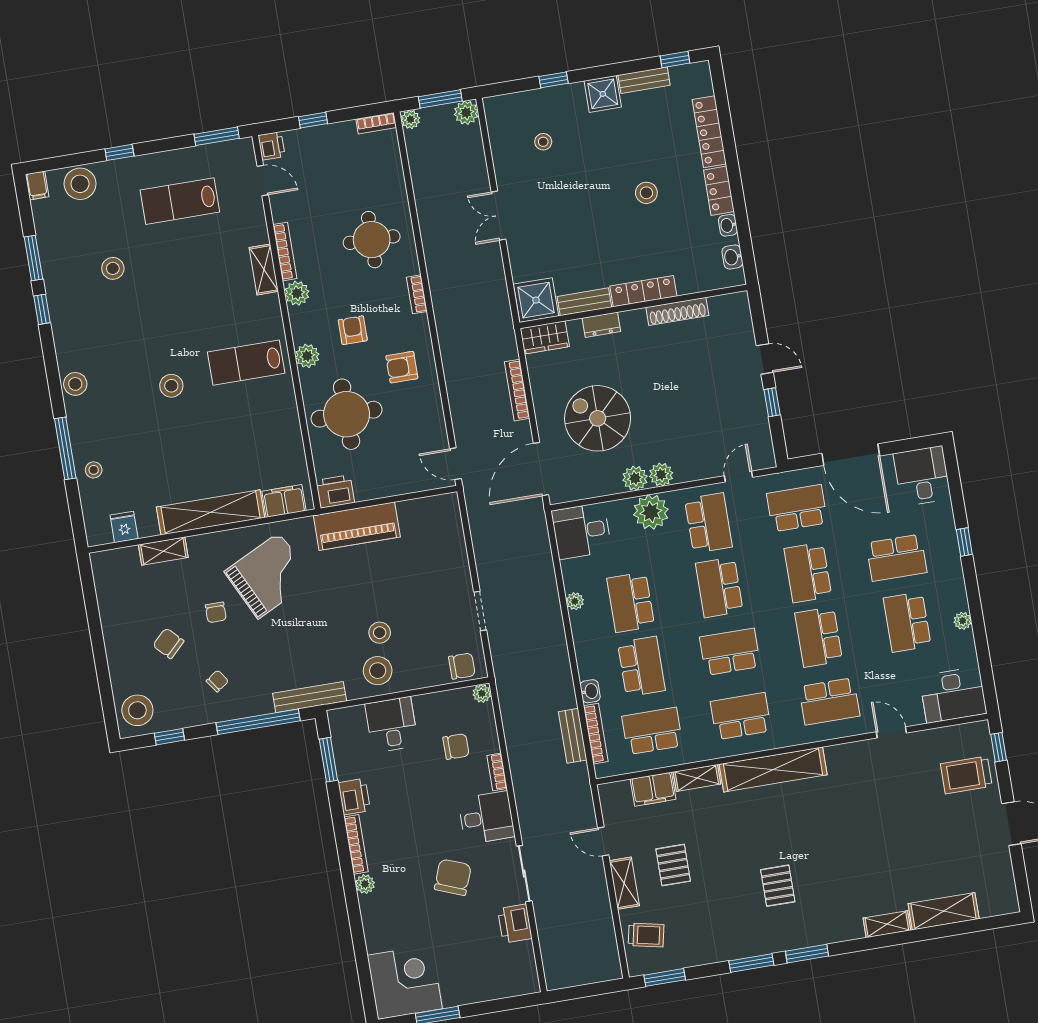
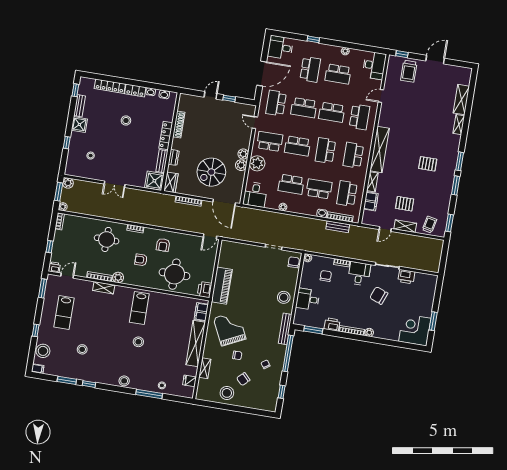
plant: (307, 356) -> (145, 282), removed
stool: (380, 633) -> (268, 291), removed
stool: (137, 710) -> (227, 393), moved

